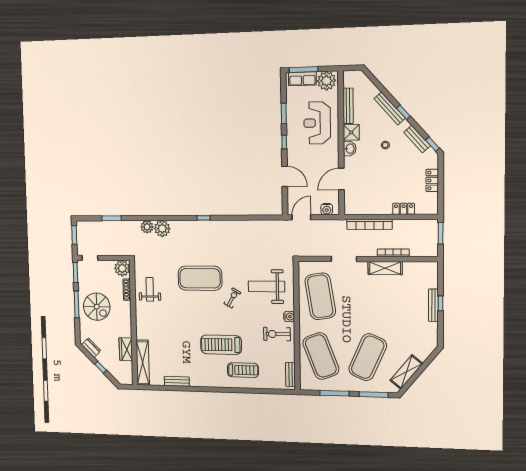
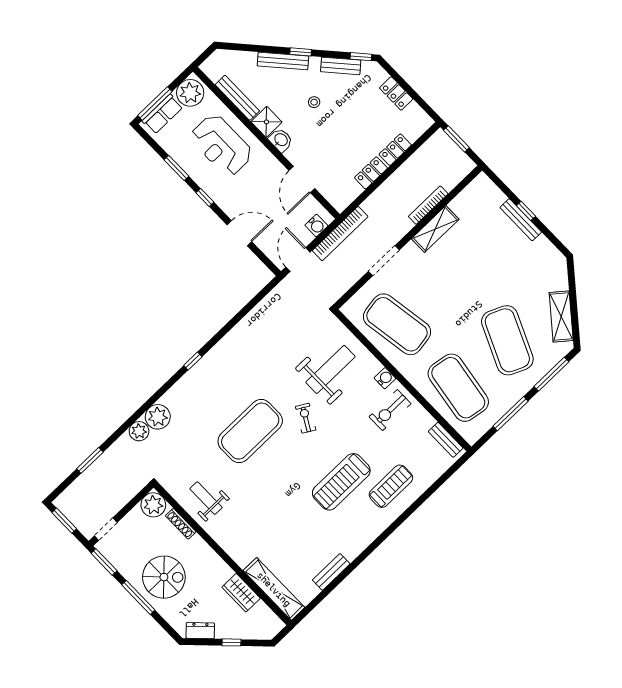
locker: (380, 209) -> (371, 173), added
bookcase: (369, 224) -> (340, 234), moved
weight bench: (267, 286) -> (330, 369), turned 180
exercise mat: (321, 356) -> (458, 388), turned 30

